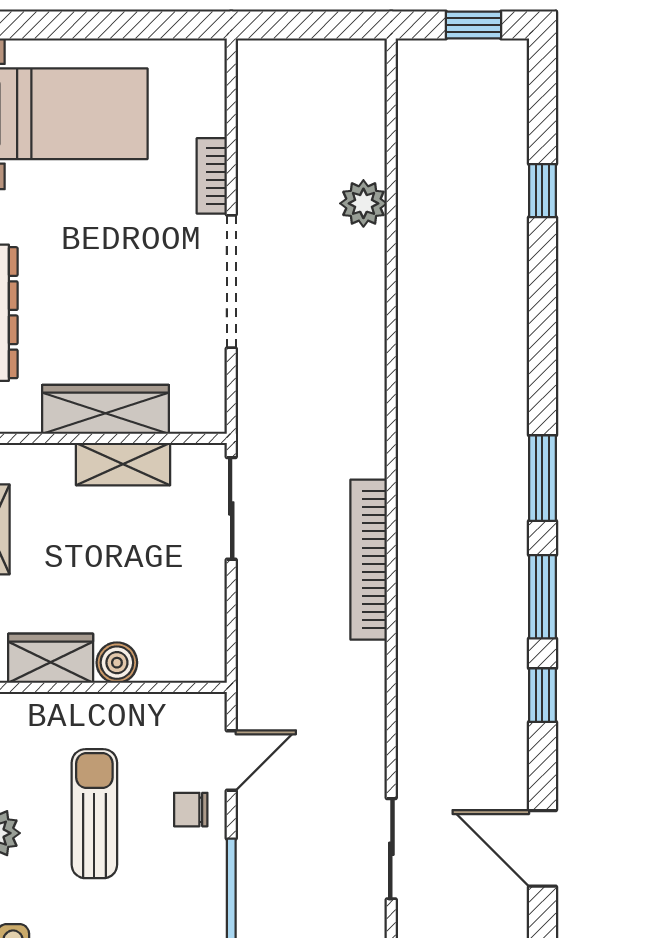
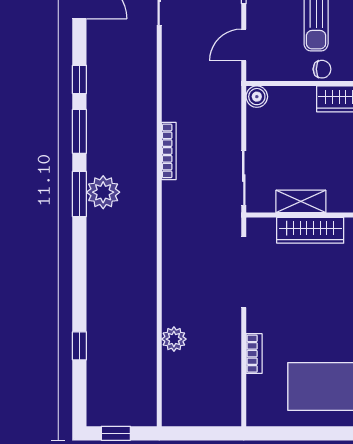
doorway: (231, 282) -> (244, 272), moved
plant: (498, 482) -> (103, 192), added
bookcase: (369, 560) -> (169, 151), width x0.68, depth x0.76
boiler: (117, 663) -> (257, 97), moved
chair: (191, 810) -> (322, 69), moved

